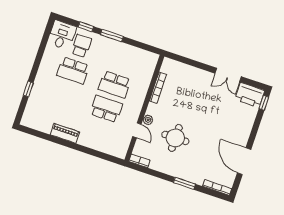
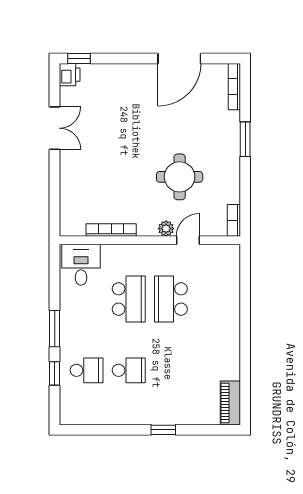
desk: (62, 35) -> (81, 265), moved, turned 90
school desk: (81, 46) -> (87, 370), turned 180
school desk: (73, 70) -> (129, 370), width x0.54
window: (28, 89) -> (163, 430), moved
printer: (250, 95) -> (70, 75), width x0.53, depth x0.68
piano: (65, 133) -> (230, 403), moved

